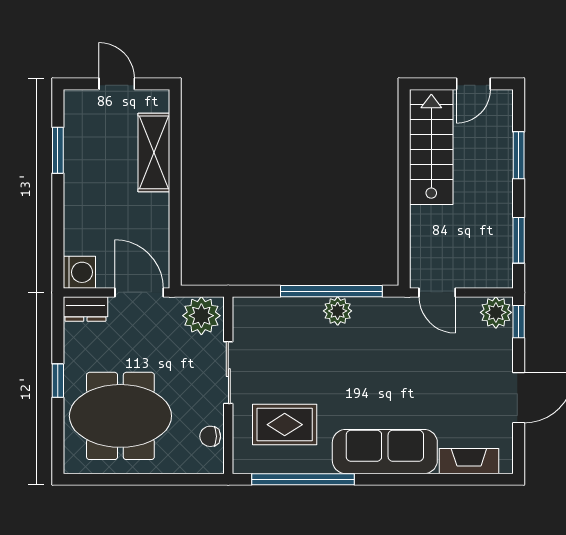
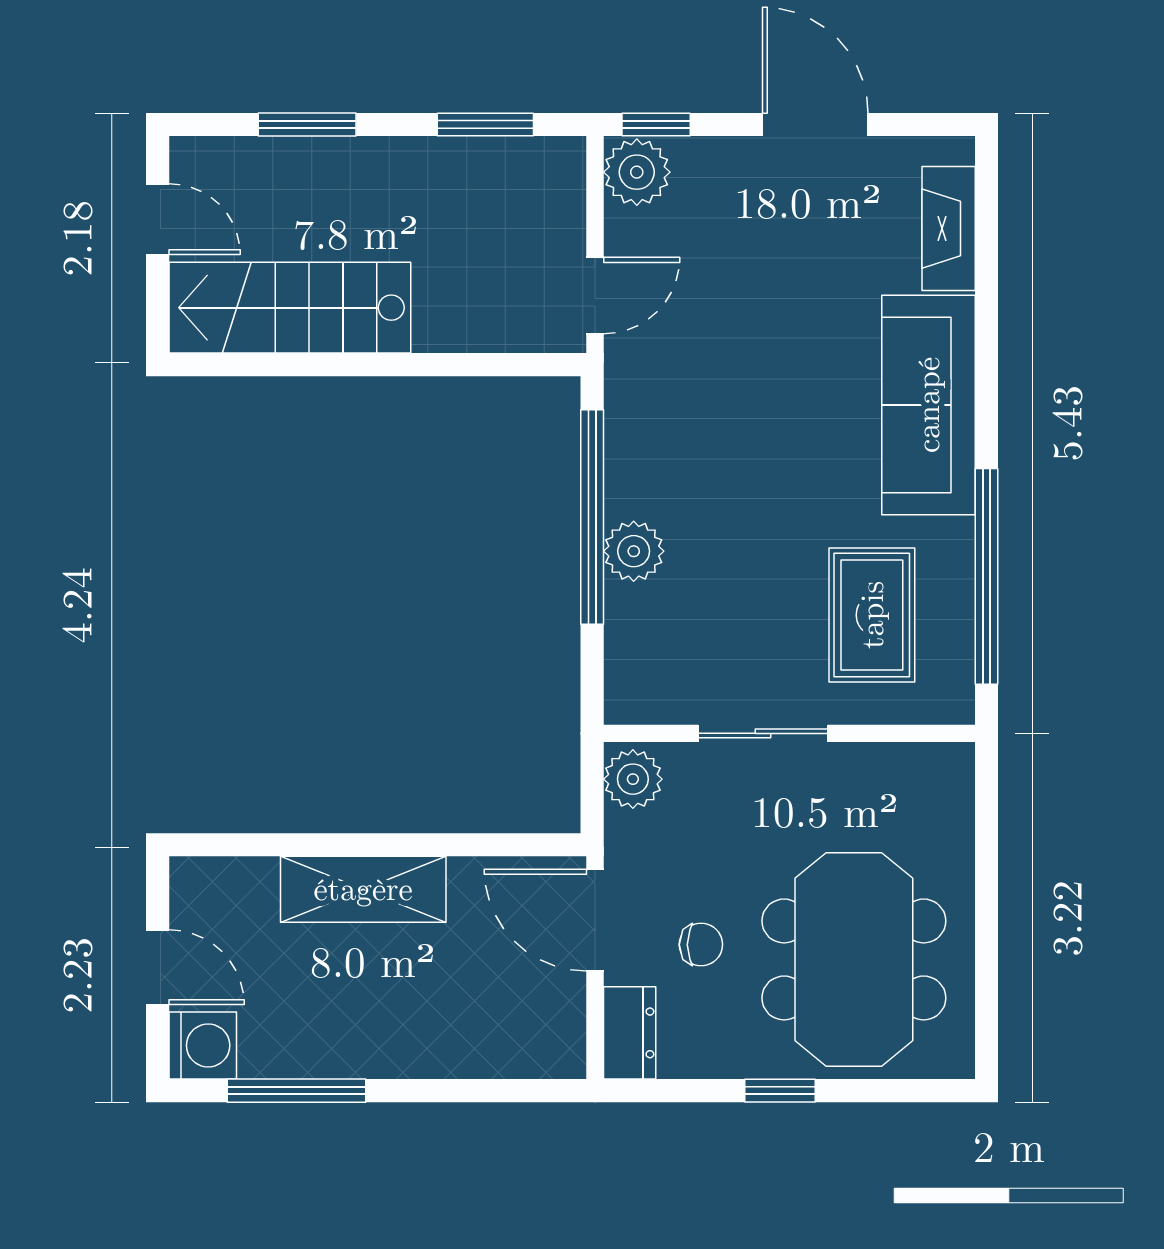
door: (117, 84) -> (158, 967), swing flipped
window: (58, 150) -> (296, 1091), width x1.44
shelving: (154, 152) -> (363, 889), moved
washing machine: (79, 272) -> (203, 1045), moved, turned 90
door: (139, 292) -> (595, 920), hinge flipped
plant: (338, 311) -> (634, 551), moved
plant: (201, 316) -> (633, 779), width x0.73, depth x0.73
chair: (210, 436) -> (701, 945), moved, turned -90

